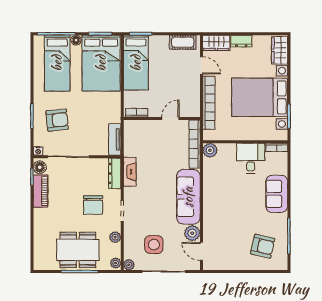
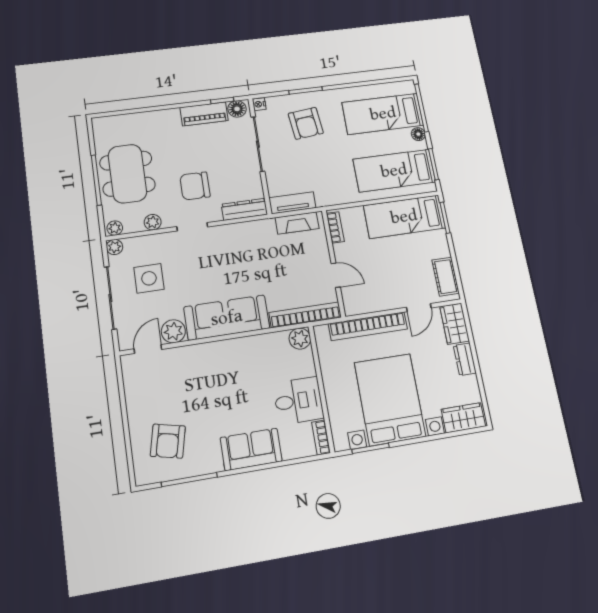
bed: (101, 63) -> (394, 171), width x0.67
fireplace: (130, 172) -> (297, 223), moved

